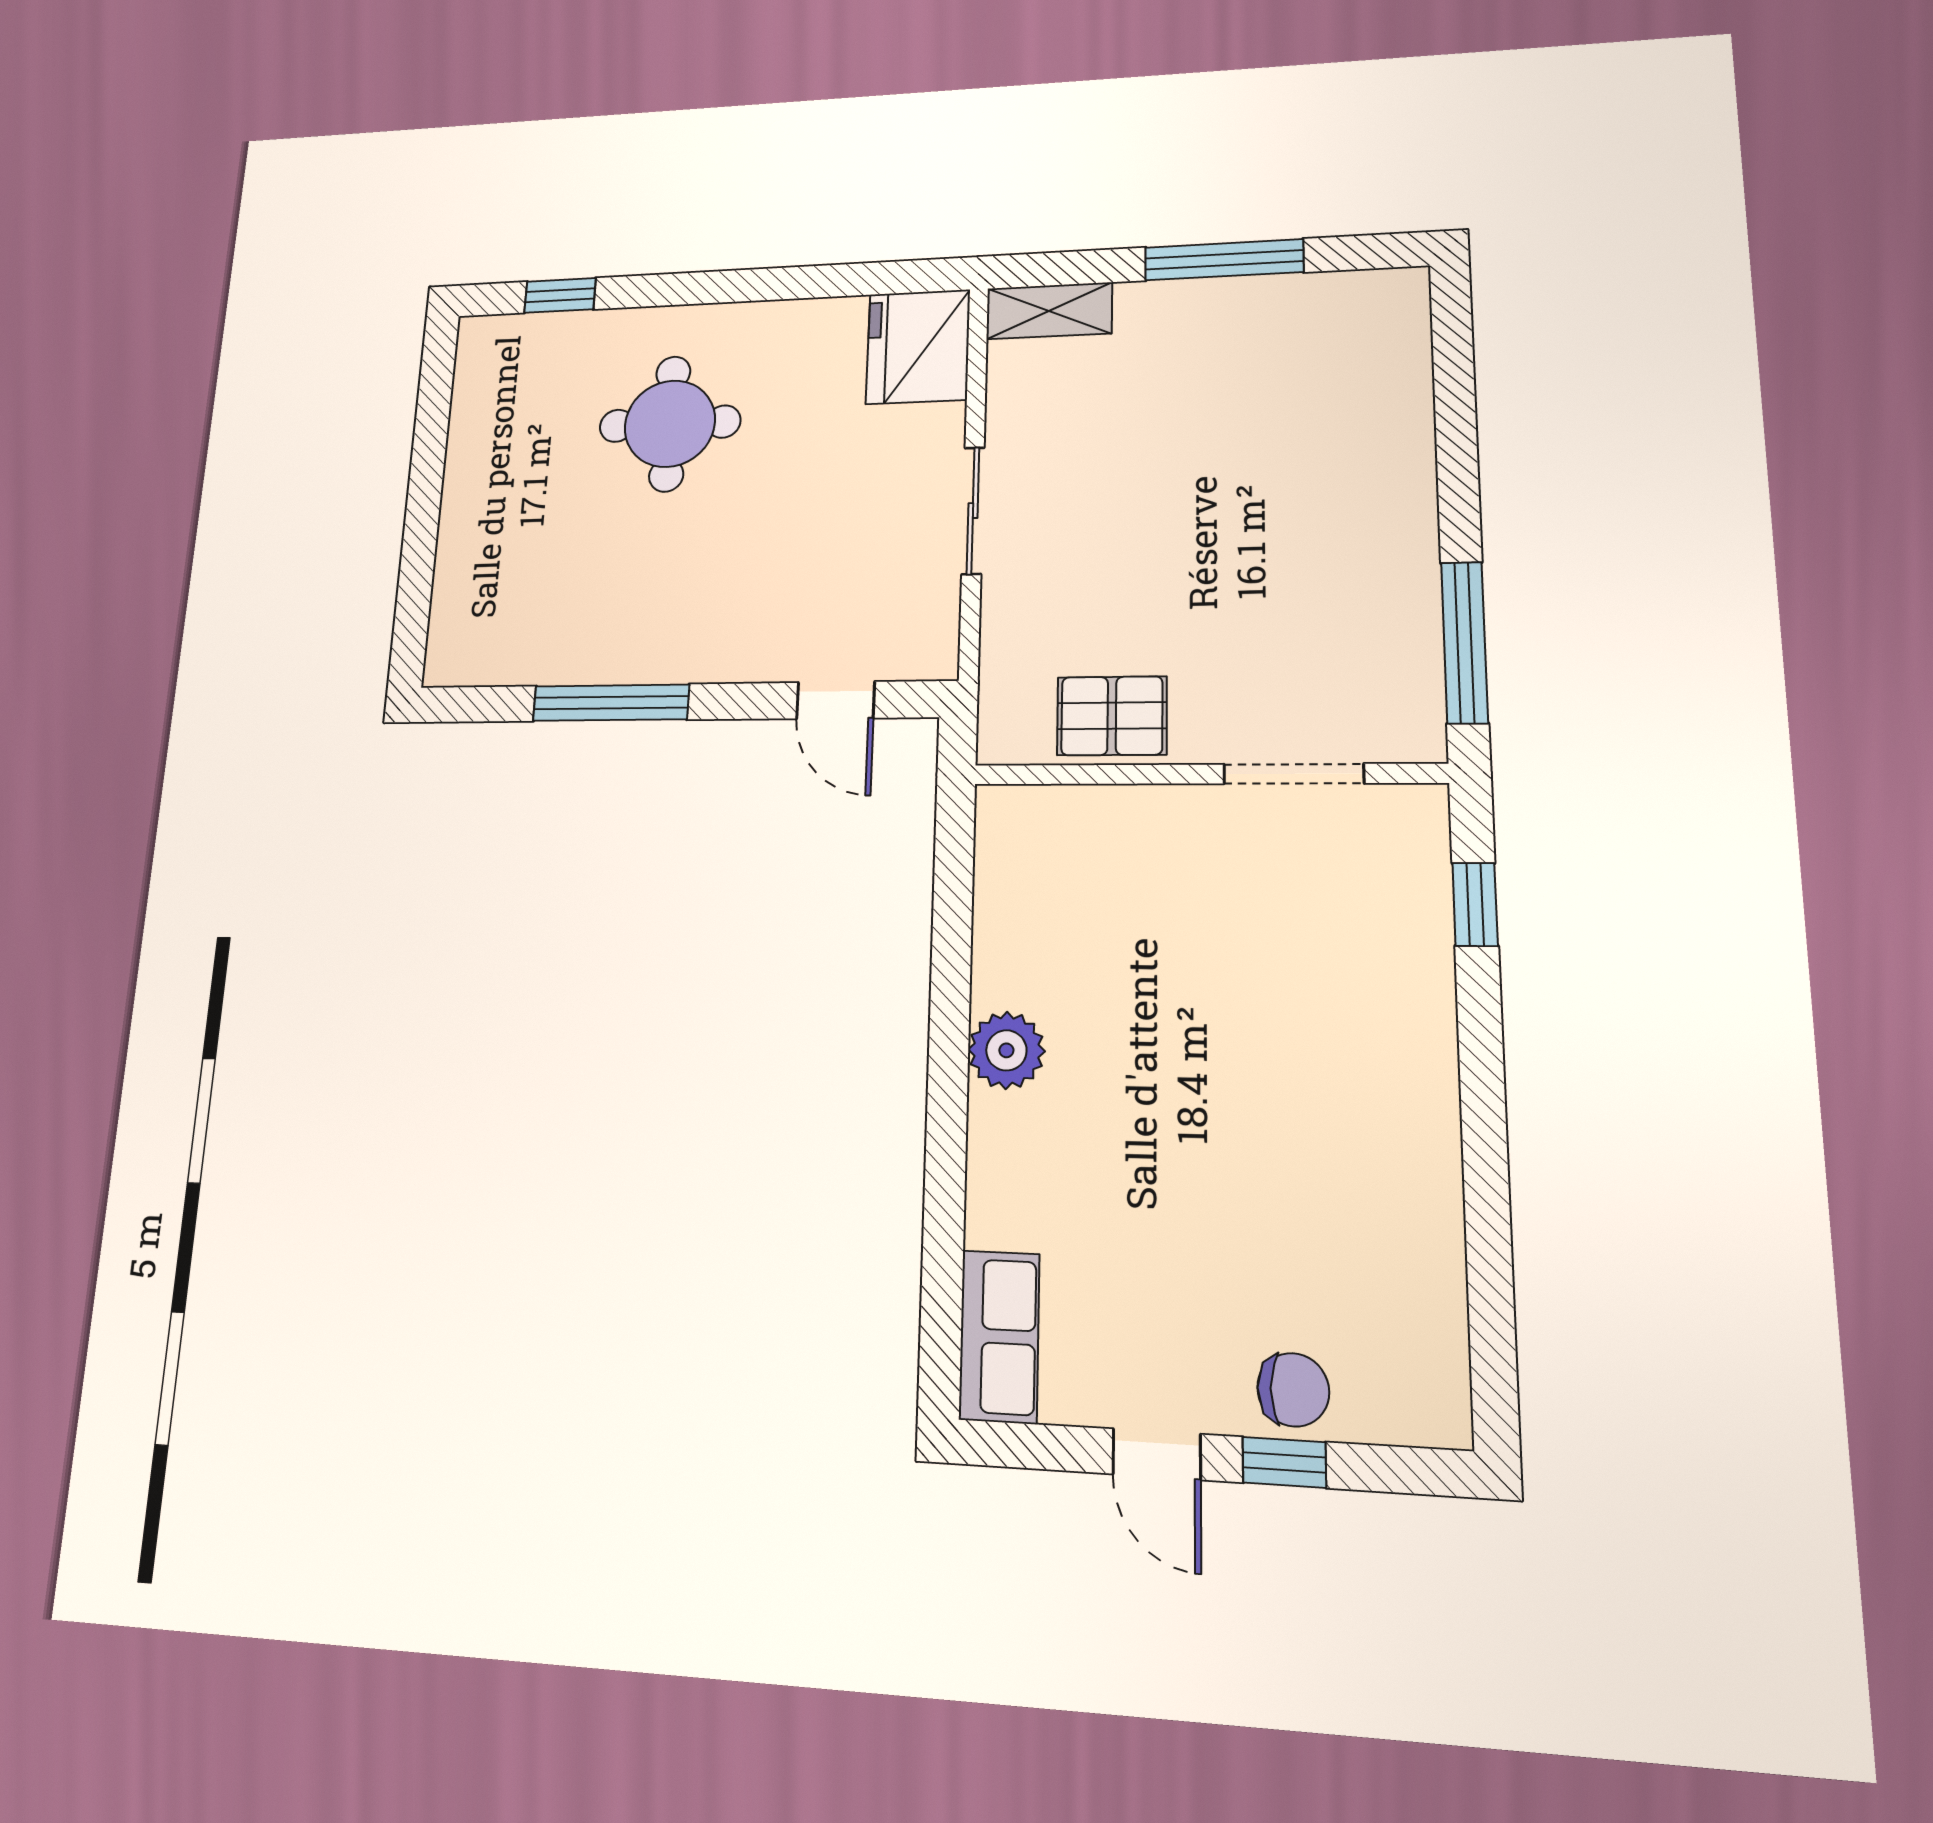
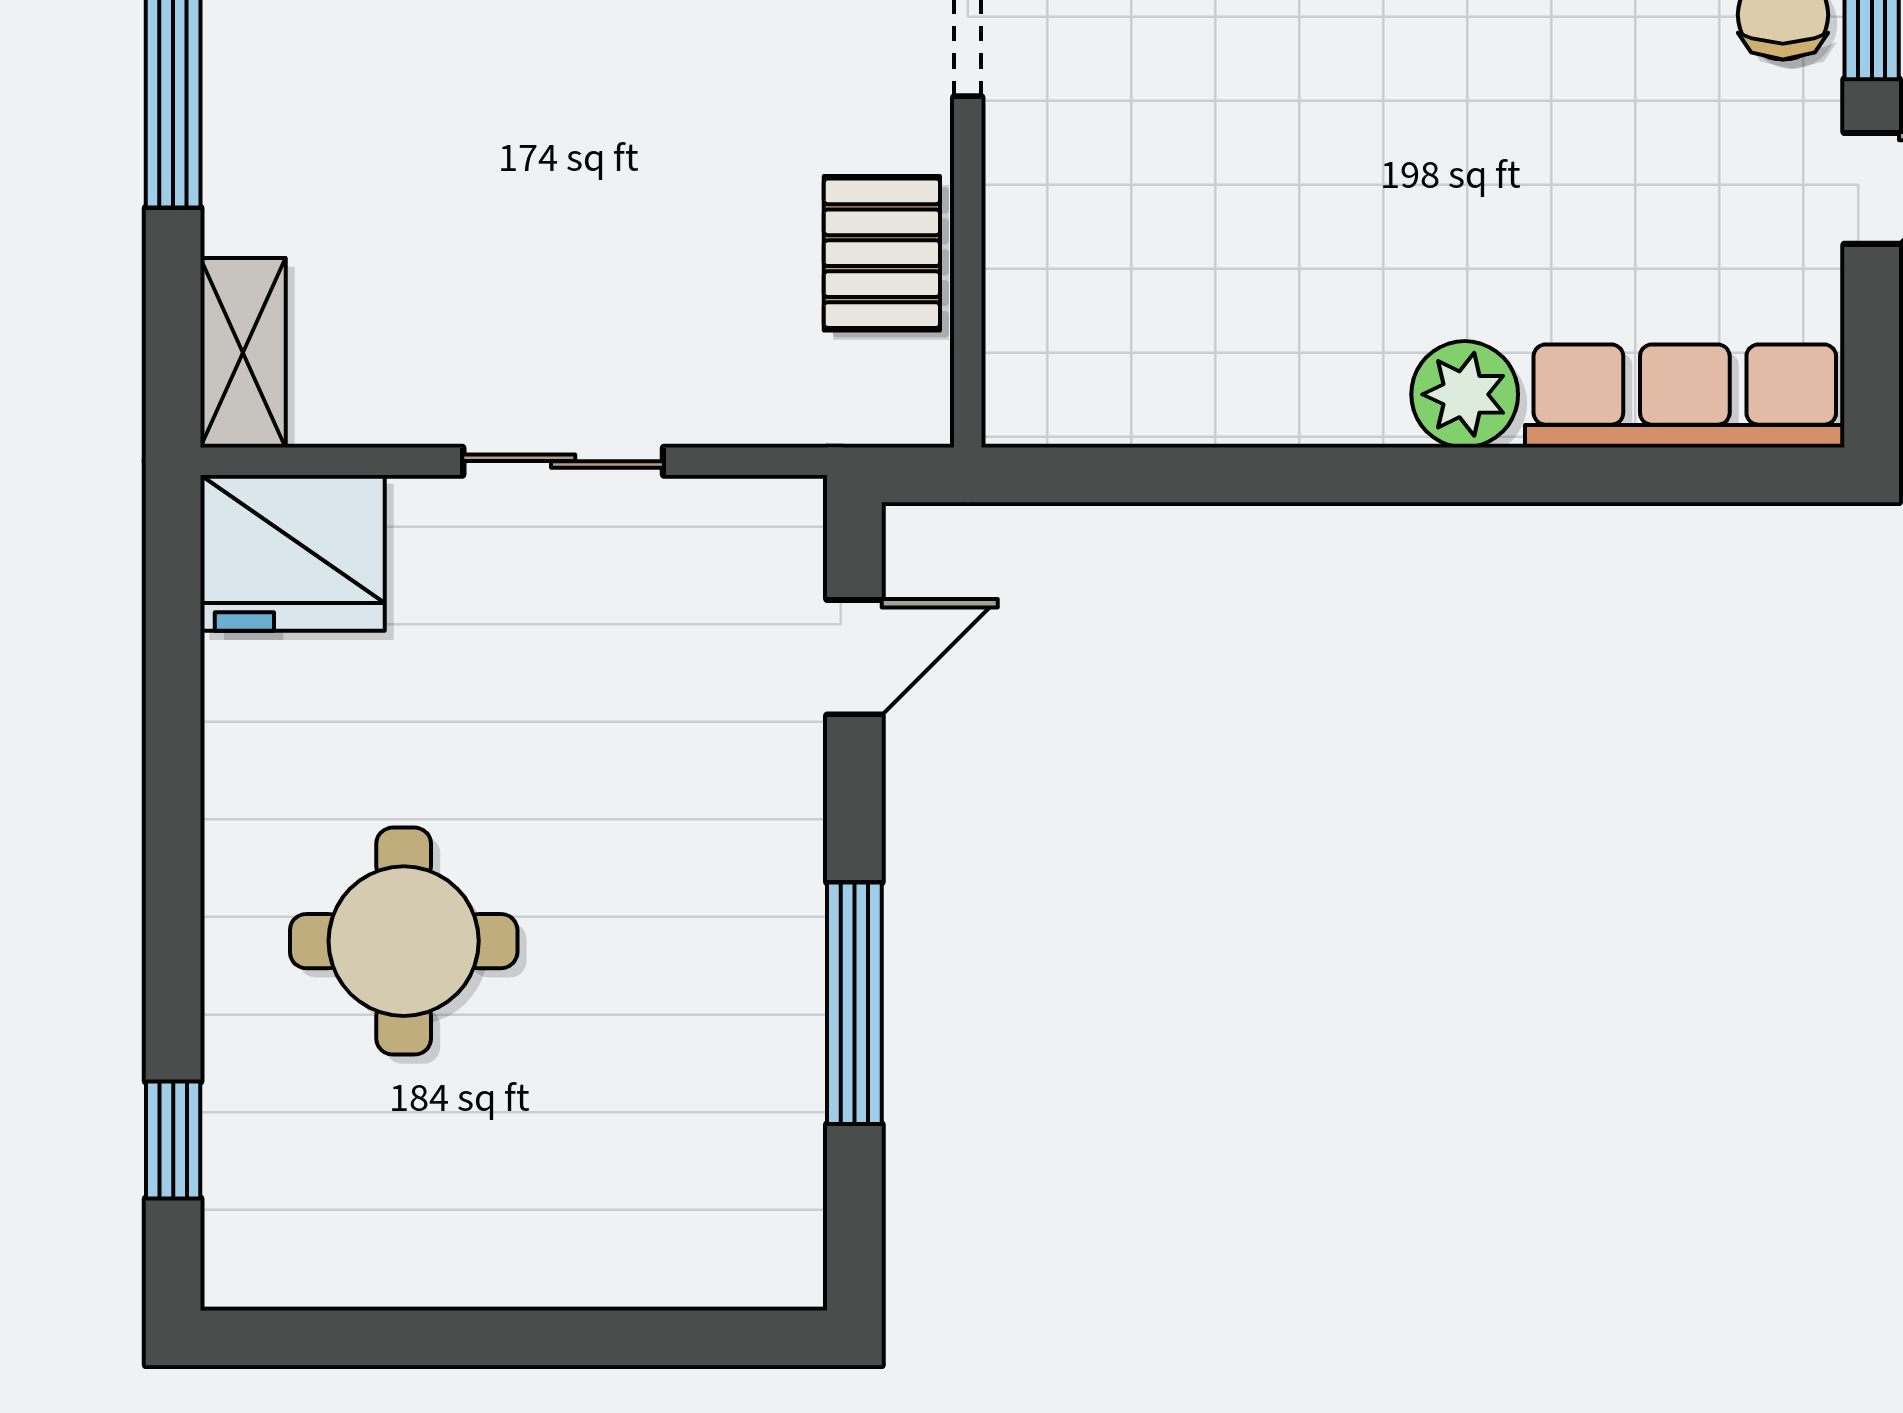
plant: (1006, 1050) -> (1465, 394), moved
row of seats: (999, 1336) -> (1685, 396), width x1.48

